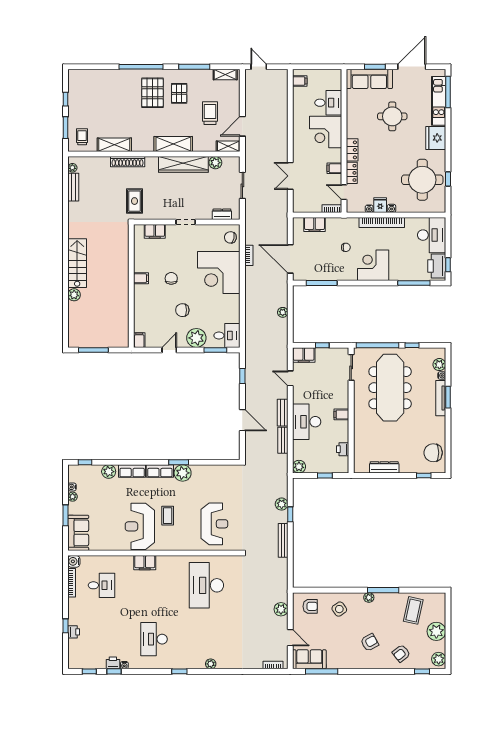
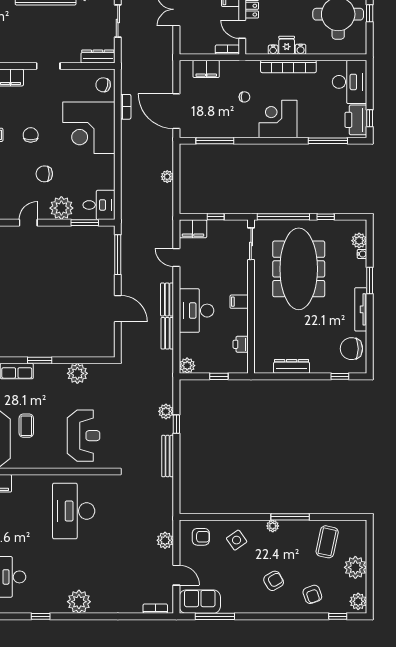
dresser: (222, 214) -> (98, 57), width x1.44
window: (242, 376) -> (118, 255), width x2.17
tv unit: (441, 398) -> (361, 309), moved
plant: (183, 473) -> (77, 373), moved
armchair: (401, 653) -> (312, 594), turned -71
plant: (211, 664) -> (79, 602), width x1.88, depth x1.88

